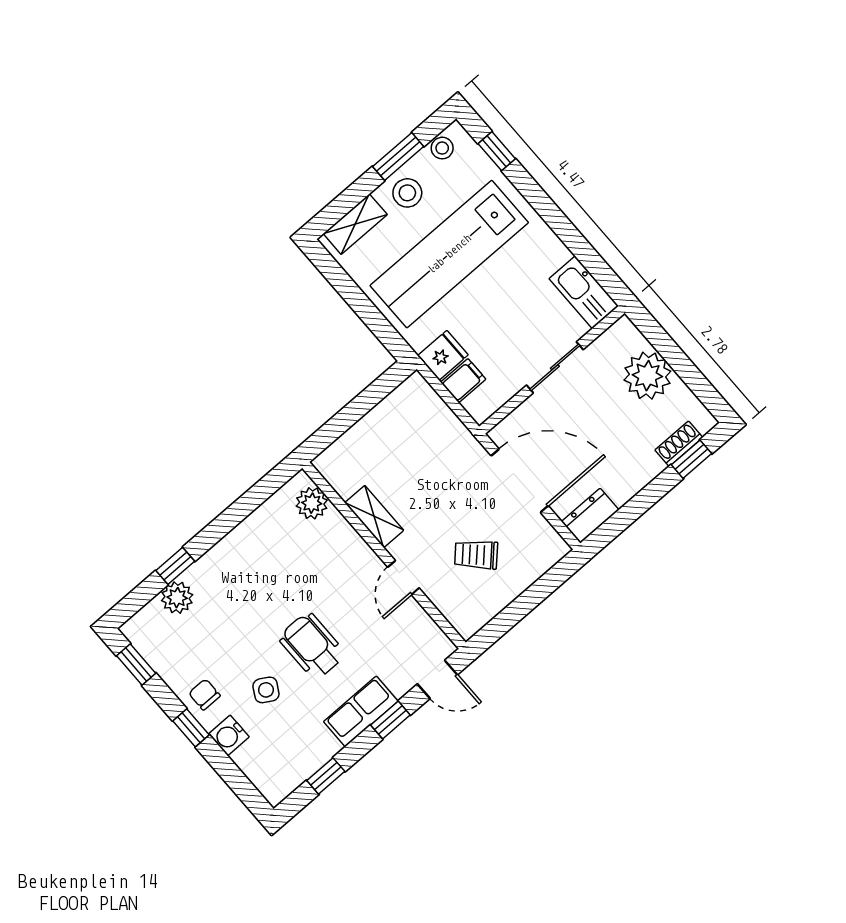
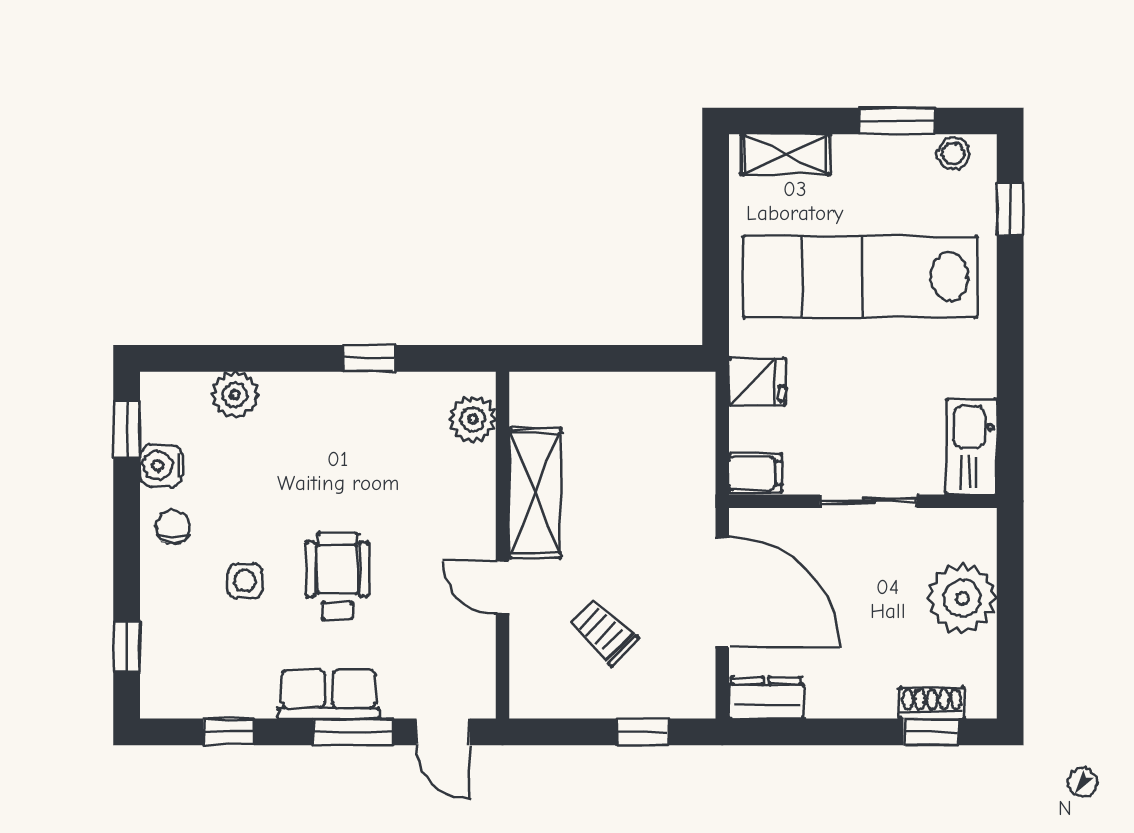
stool: (407, 193) -> (872, 170), removed
filing cabinet: (463, 381) -> (755, 473), moved
shelving: (374, 516) -> (535, 493), width x1.50, depth x1.33
window: (175, 566) -> (369, 358), moved
door: (403, 578) -> (502, 588), hinge flipped
window: (541, 589) -> (643, 732), added
side table: (266, 690) -> (245, 581), turned -30
window: (390, 720) -> (353, 732), width x1.50
window: (191, 728) -> (127, 647), moved
water cooler: (229, 735) -> (161, 466), moved

